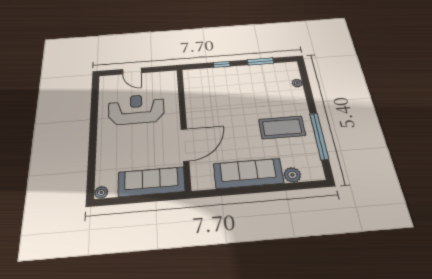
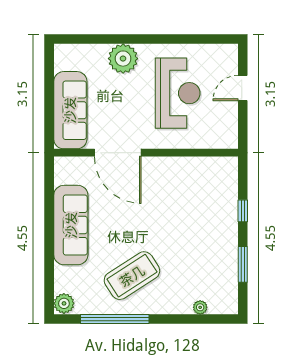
coffee table: (282, 127) -> (132, 276), turned 57
plant: (292, 175) -> (64, 303), moved
plant: (101, 192) -> (123, 59), moved, width x1.87, depth x1.87

